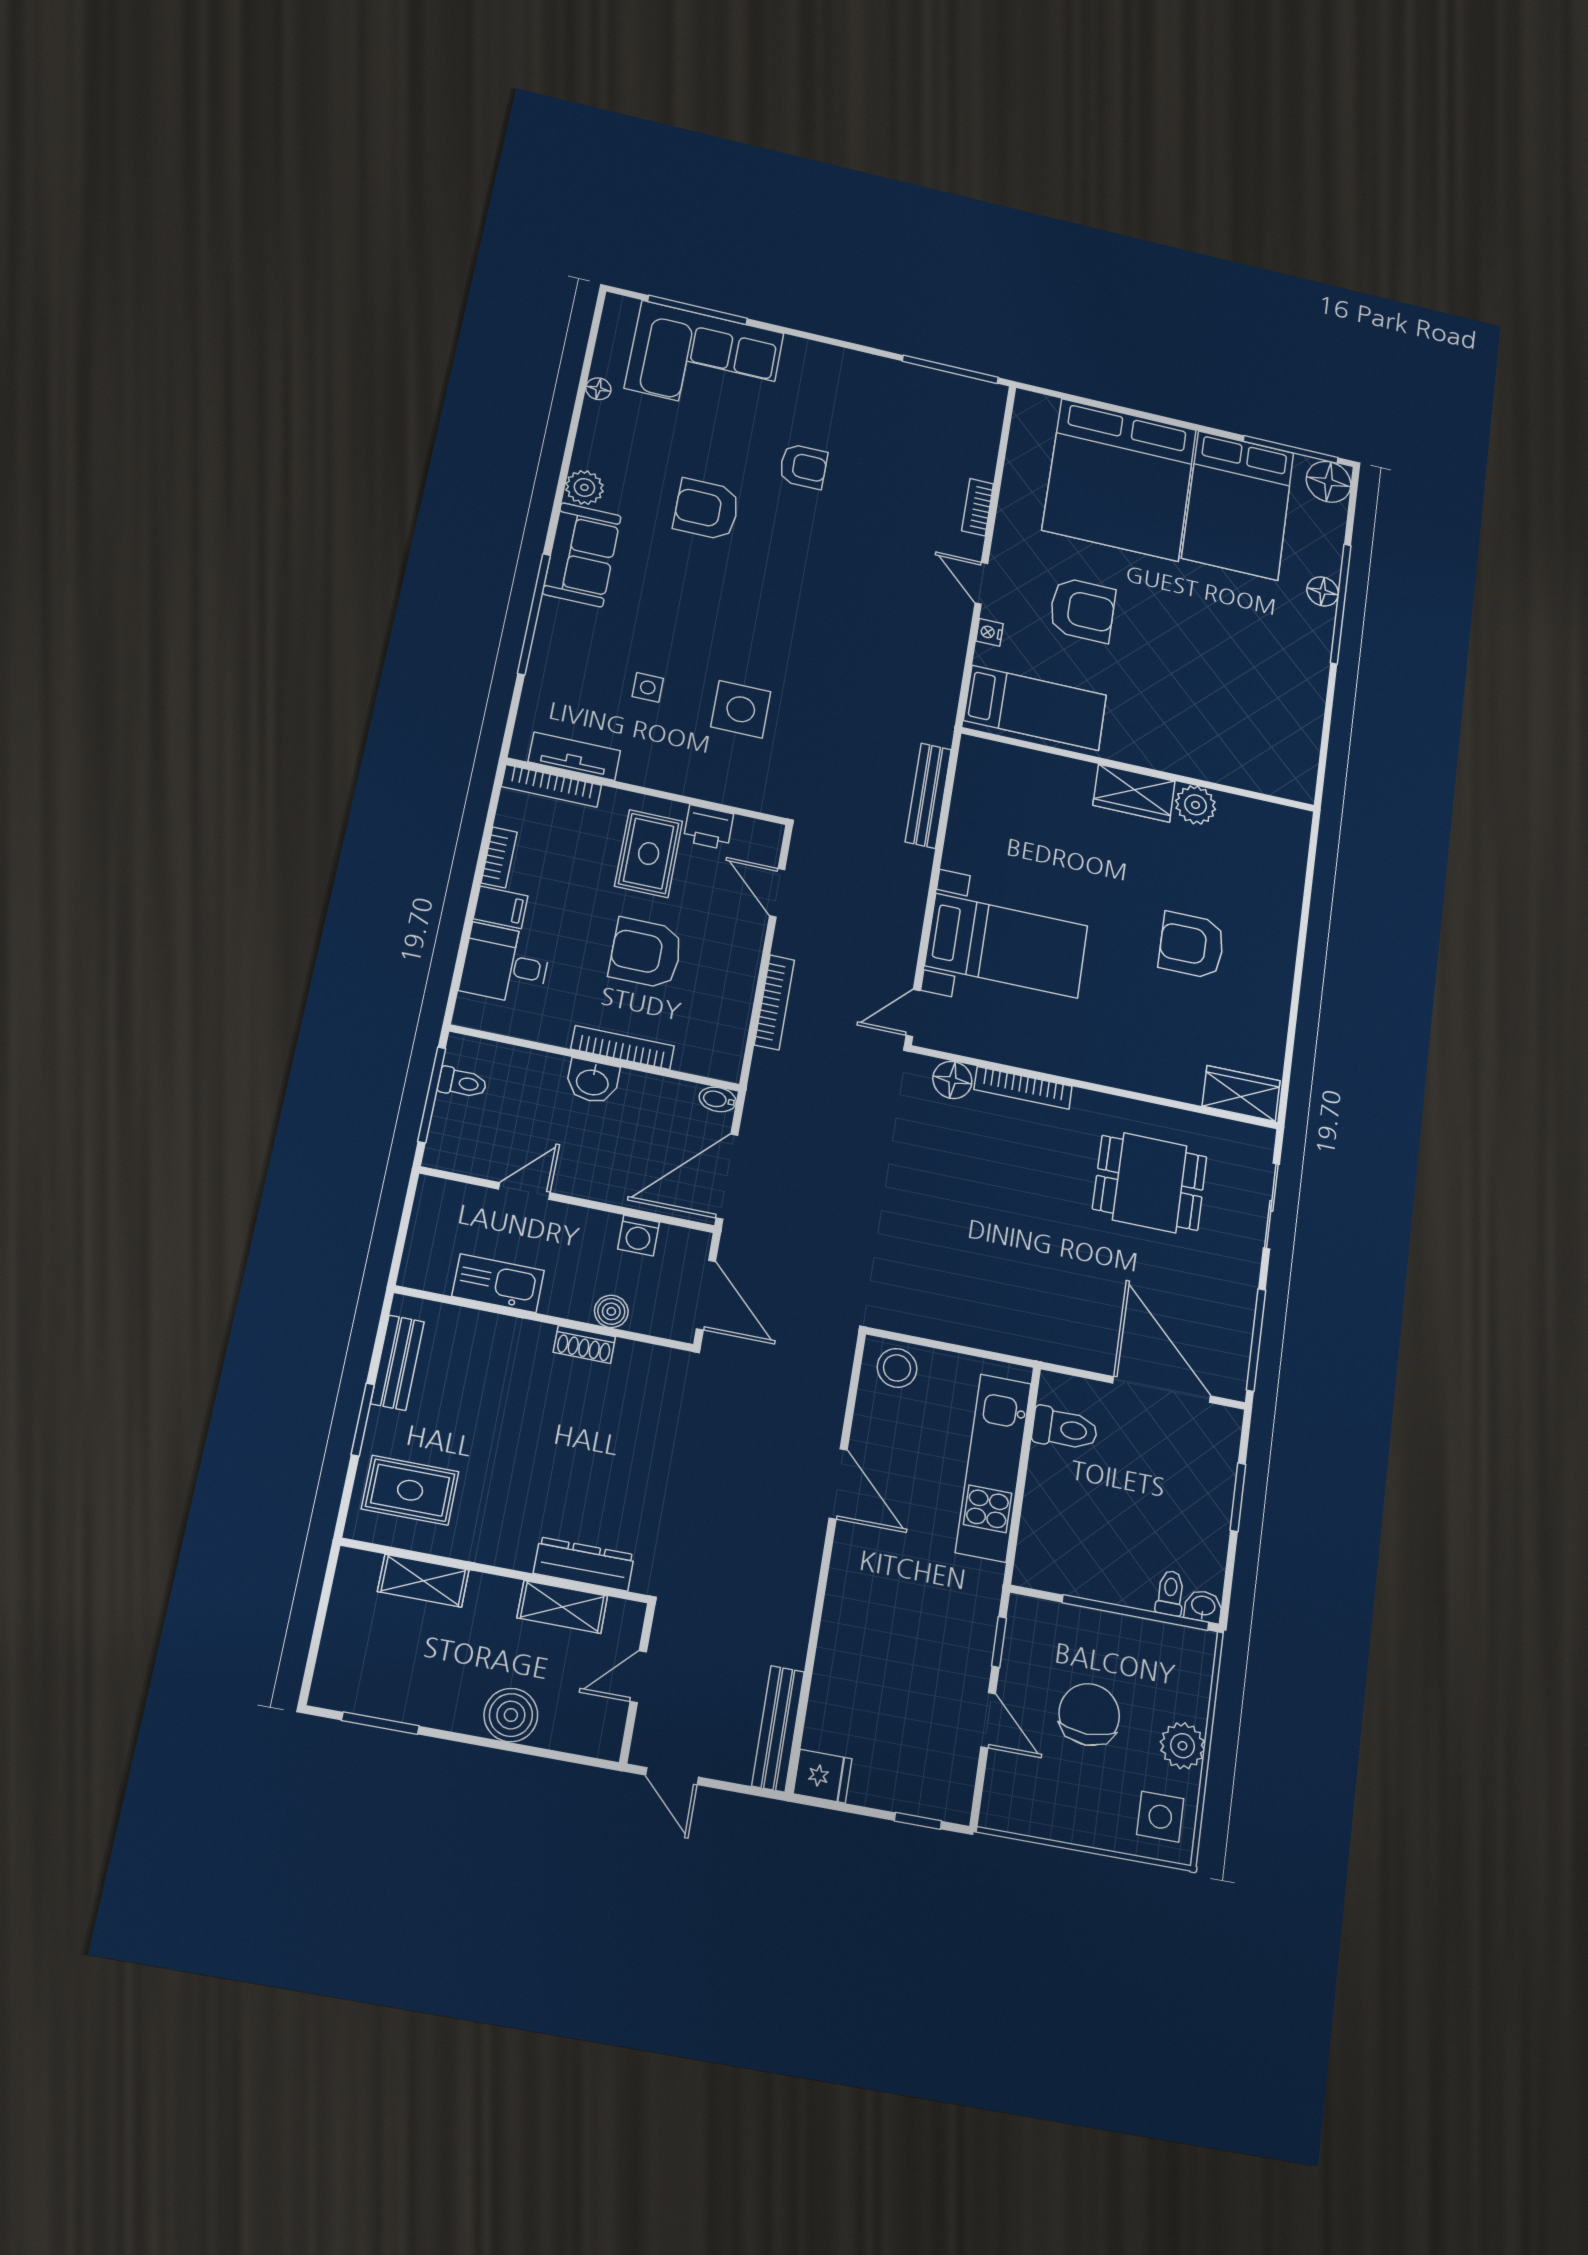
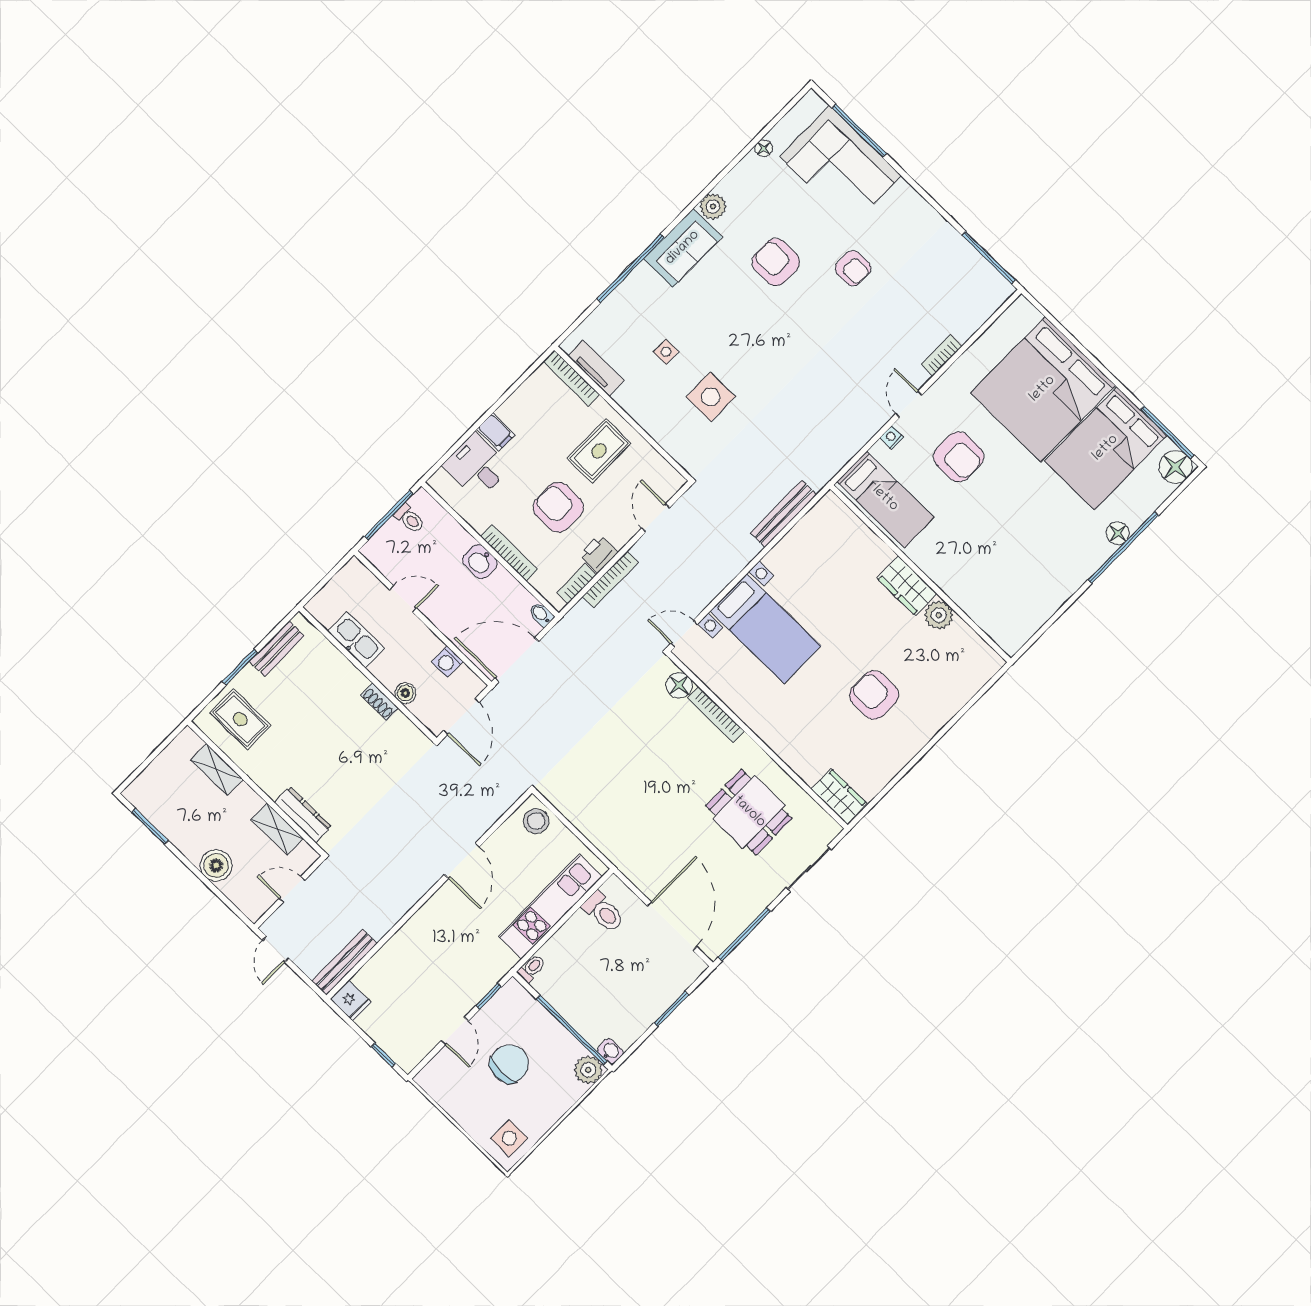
printer: (708, 827) -> (599, 554), moved, turned 90
bookcase: (499, 858) -> (577, 584), moved, turned 180
toilet: (1170, 1593) -> (532, 968), moved
plant: (1183, 1746) -> (588, 1070), moved

